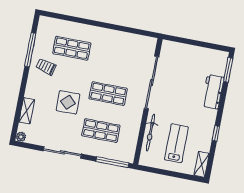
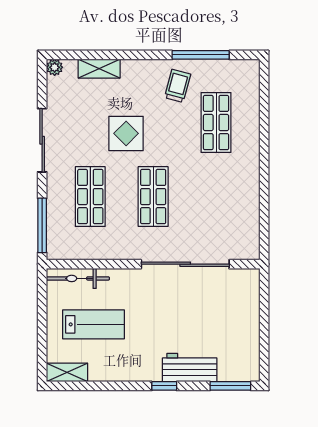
bicycle: (150, 133) -> (78, 278), moved
window: (216, 133) -> (164, 386), moved

